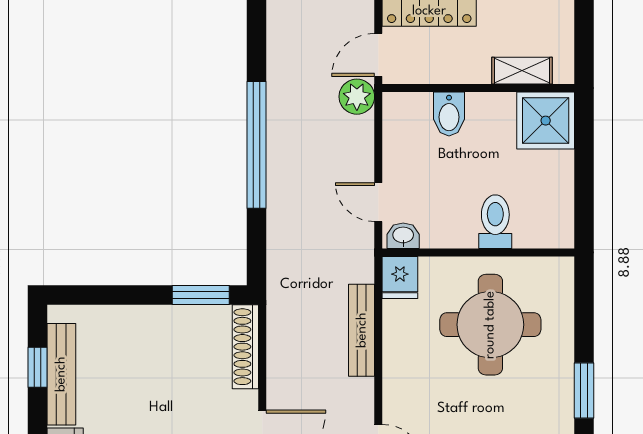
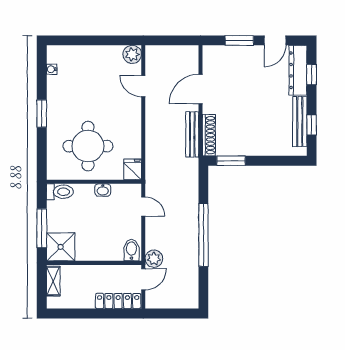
shelving: (522, 71) -> (53, 281), moved, turned 90
bidet: (449, 114) -> (131, 250), moved
window: (584, 158) -> (42, 228), added
toilet: (495, 222) -> (60, 192), moved, turned -90
washbasin: (403, 236) -> (103, 190), moved
bench: (362, 330) -> (192, 134), moved

